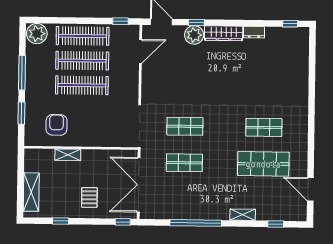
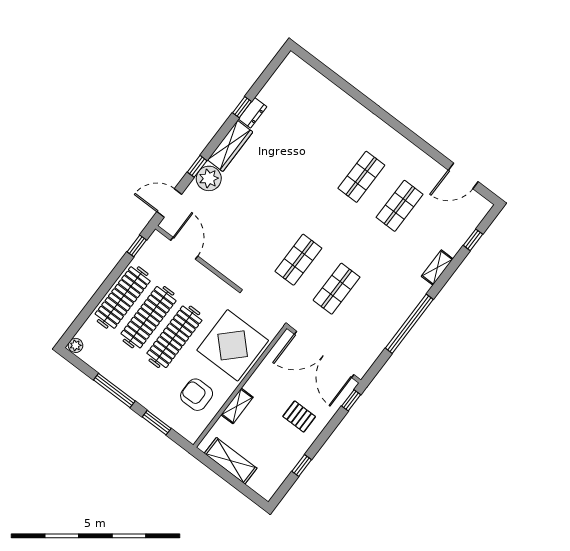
window: (290, 24) -> (242, 107), moved
plant: (37, 34) -> (75, 345), width x0.53, depth x0.53
display table: (103, 125) -> (233, 345), added
shop shelf: (263, 164) -> (400, 206), width x0.70, depth x0.74
shelving: (31, 192) -> (231, 461), moved

